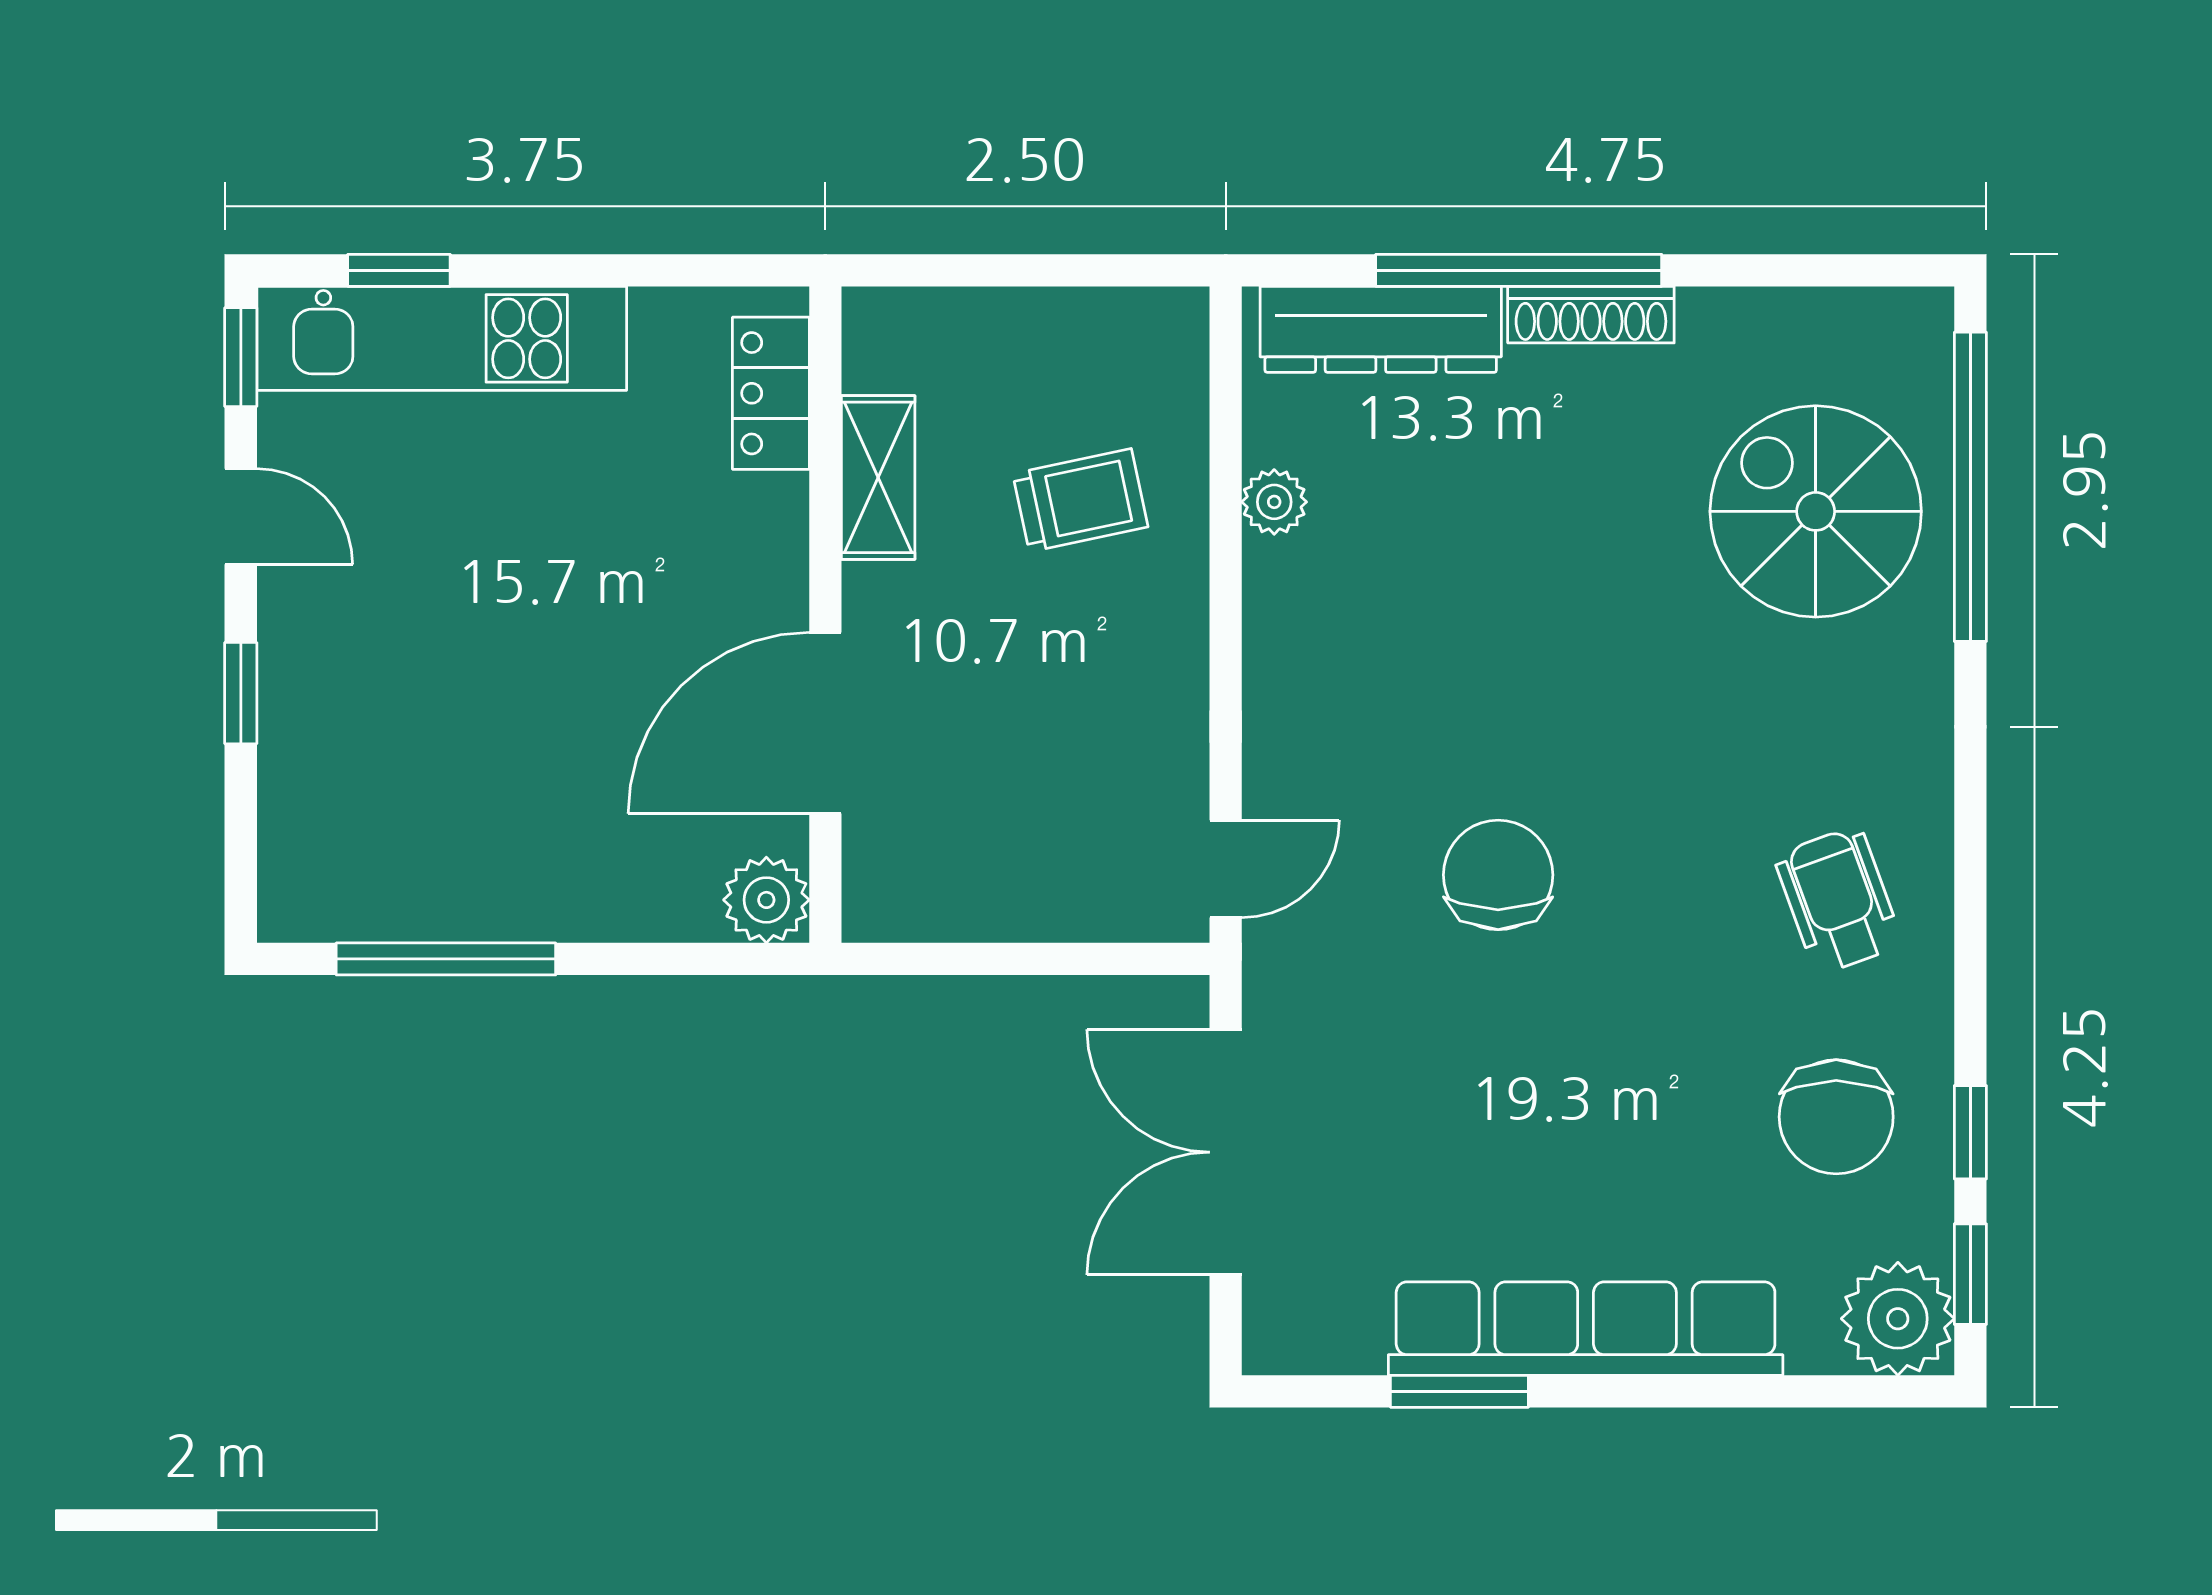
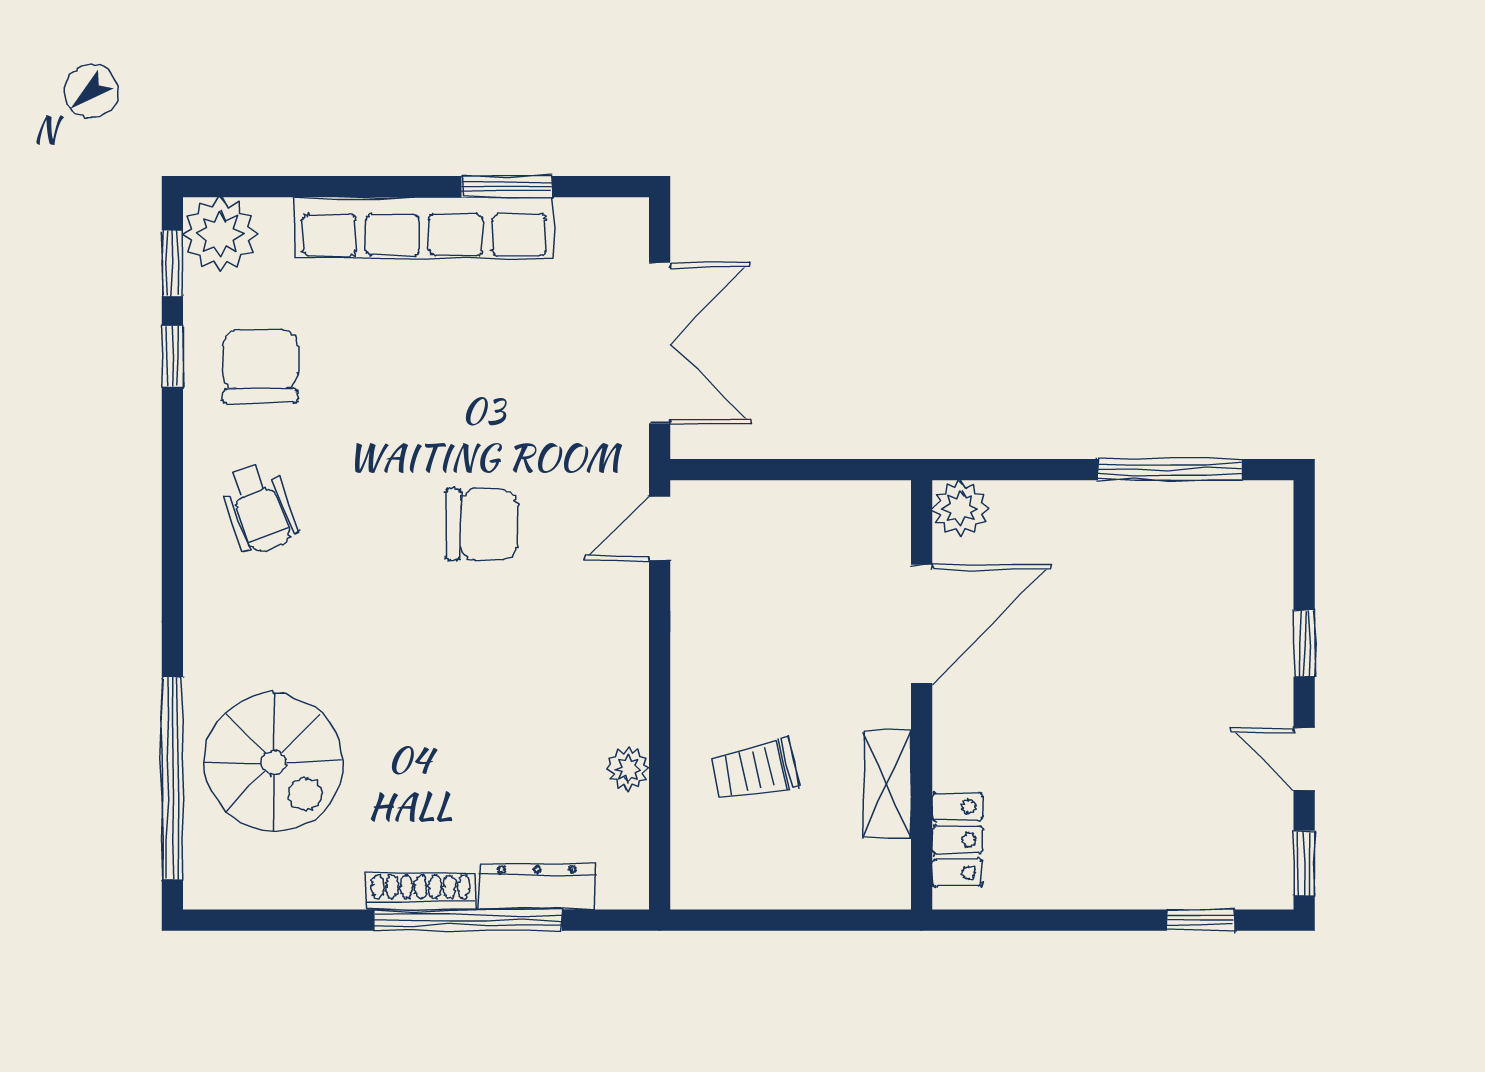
dresser: (1381, 329) -> (537, 887), width x0.73, depth x0.80
kitchen unit: (442, 338) -> (1173, 876), removed
chair: (1498, 875) -> (481, 524), turned -90

